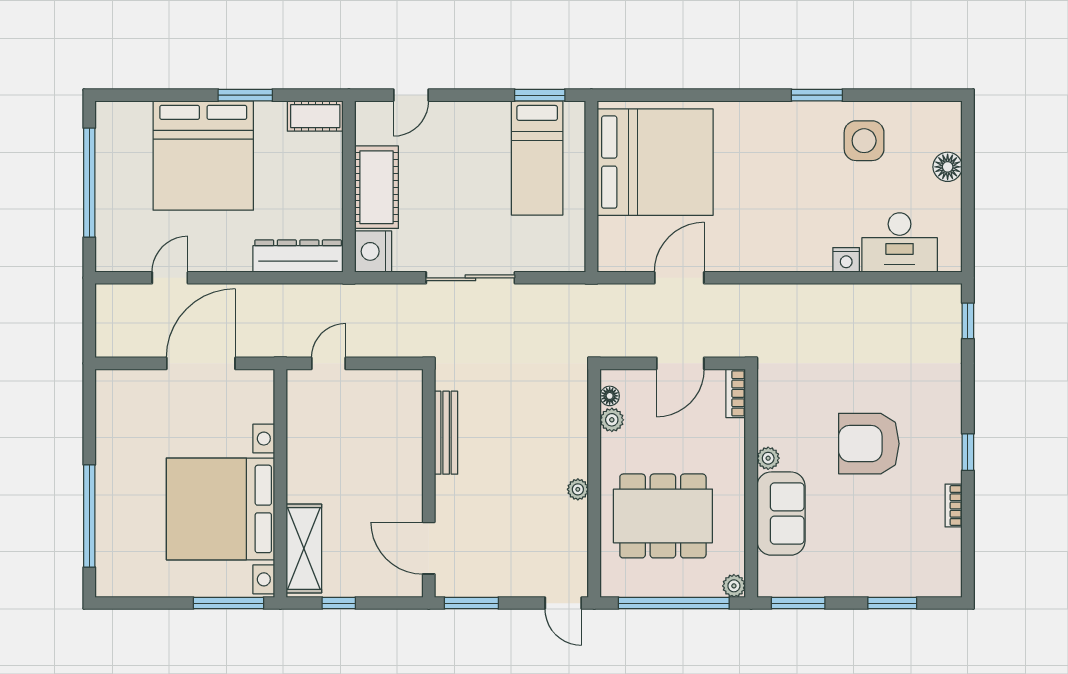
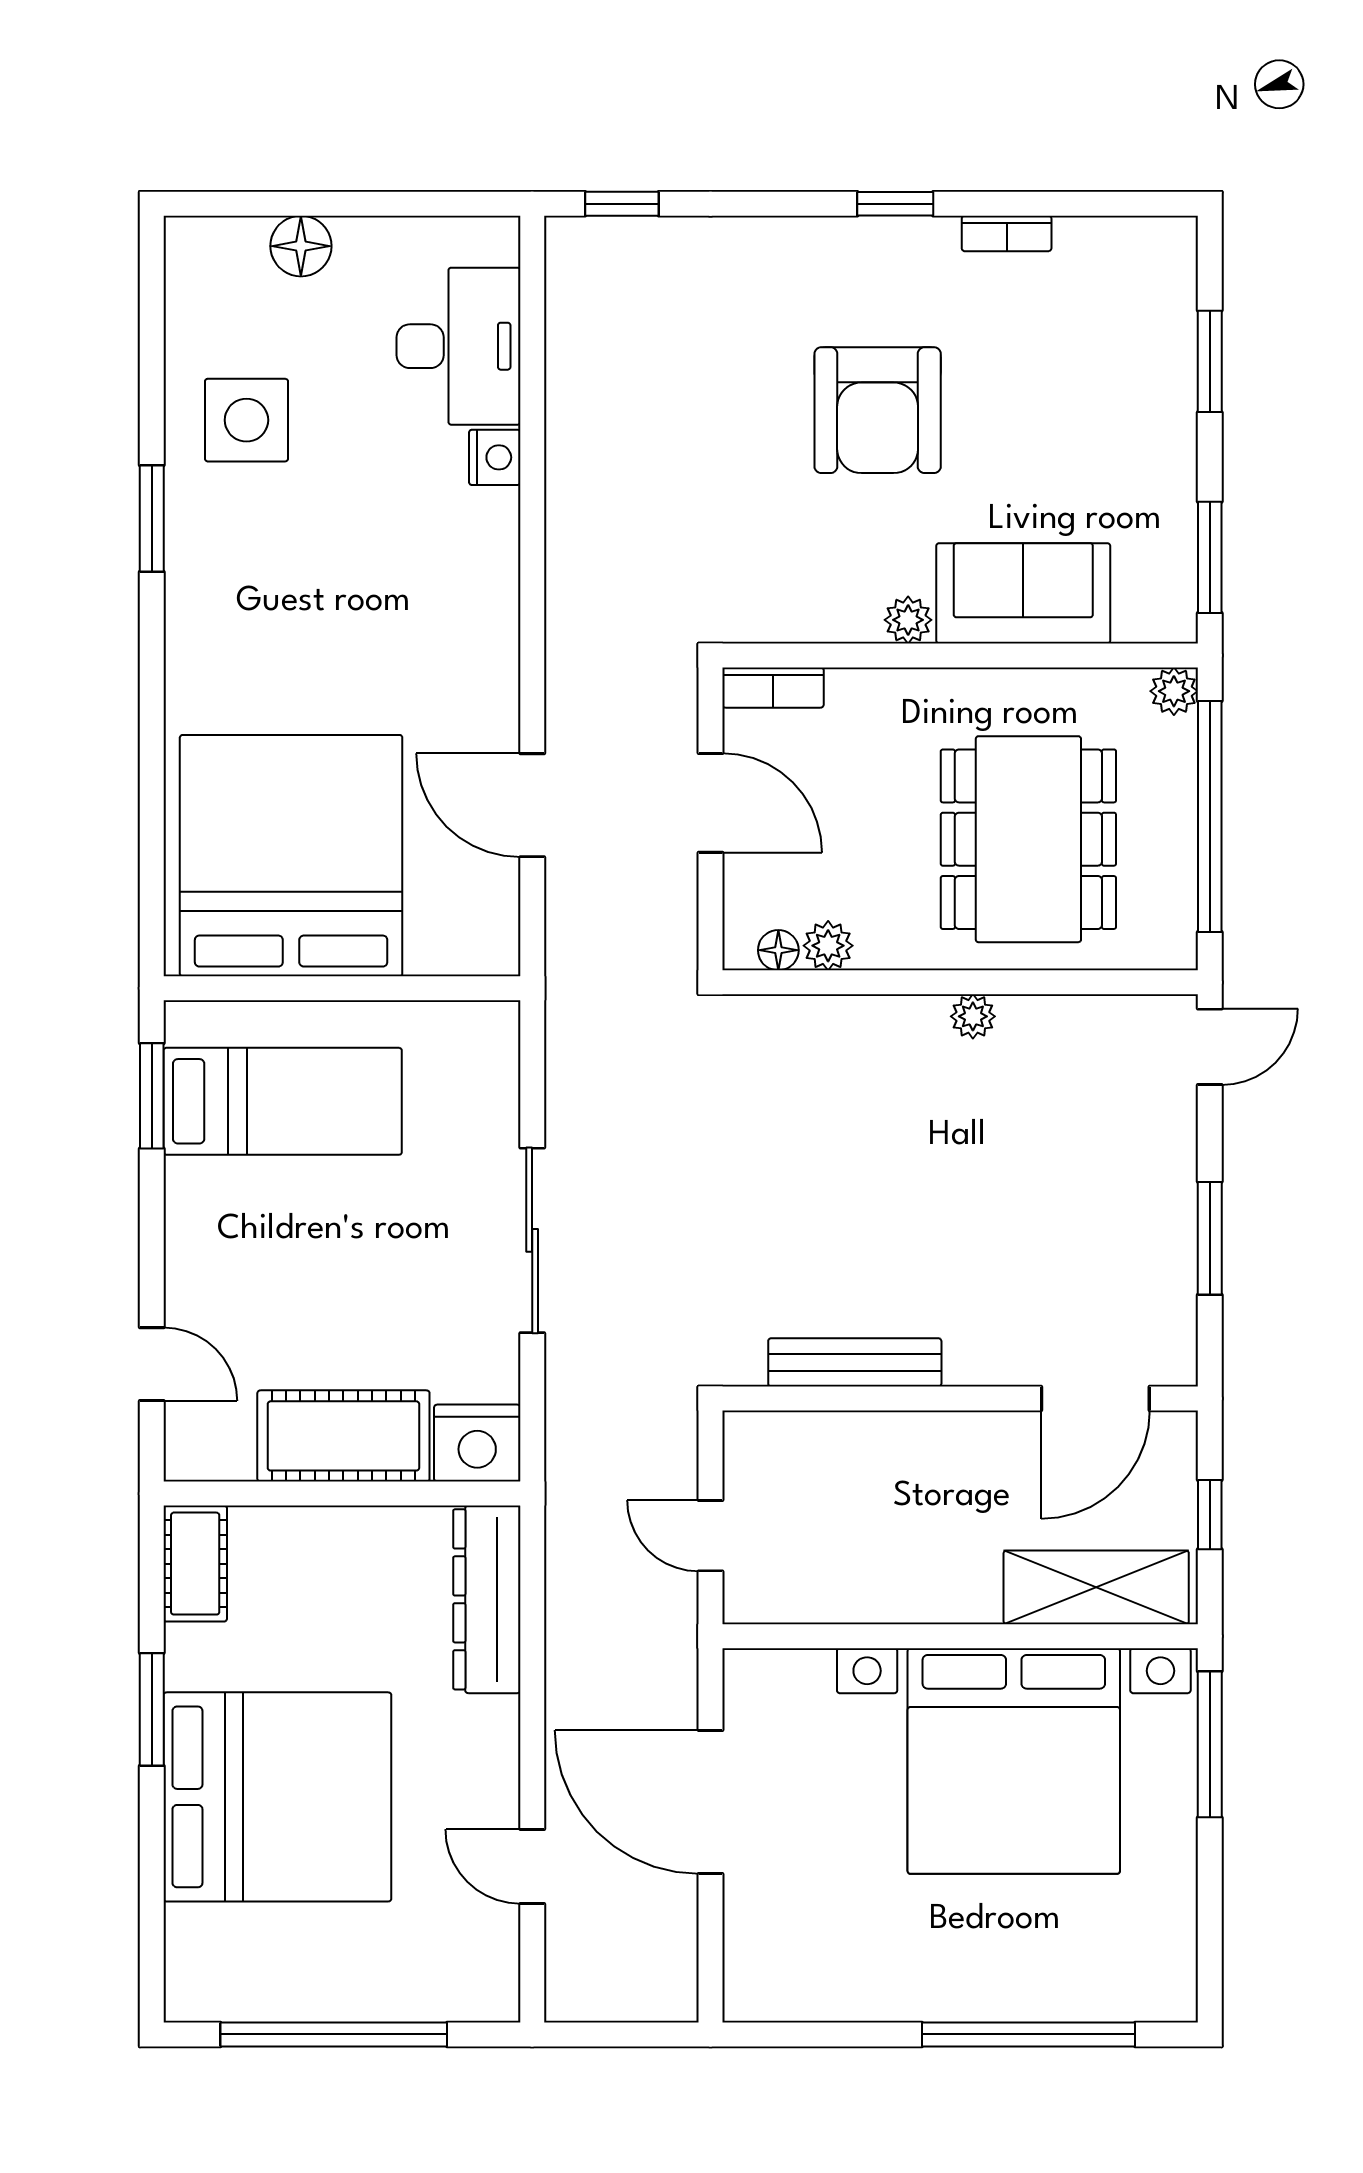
bench: (446, 433) -> (855, 1362), moved
wall: (429, 483) -> (960, 1398), moved
door: (429, 548) -> (1095, 1398), moved

